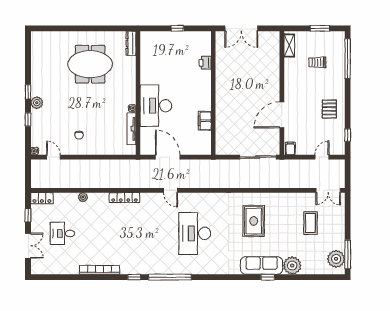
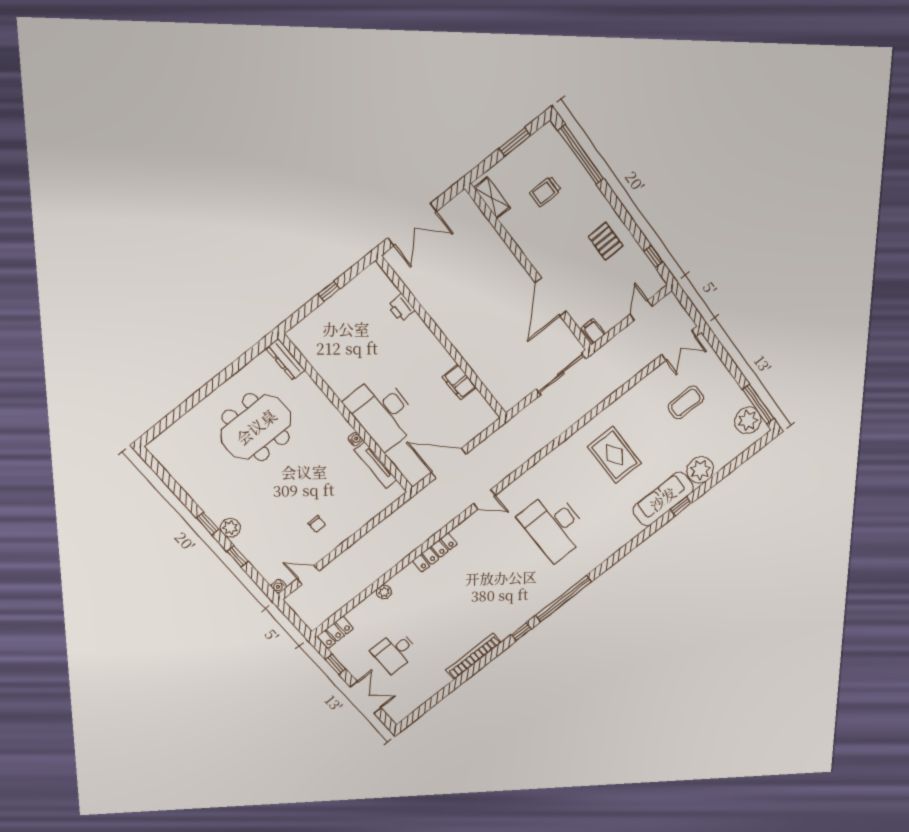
coffee table: (310, 223) -> (686, 402), turned 90

